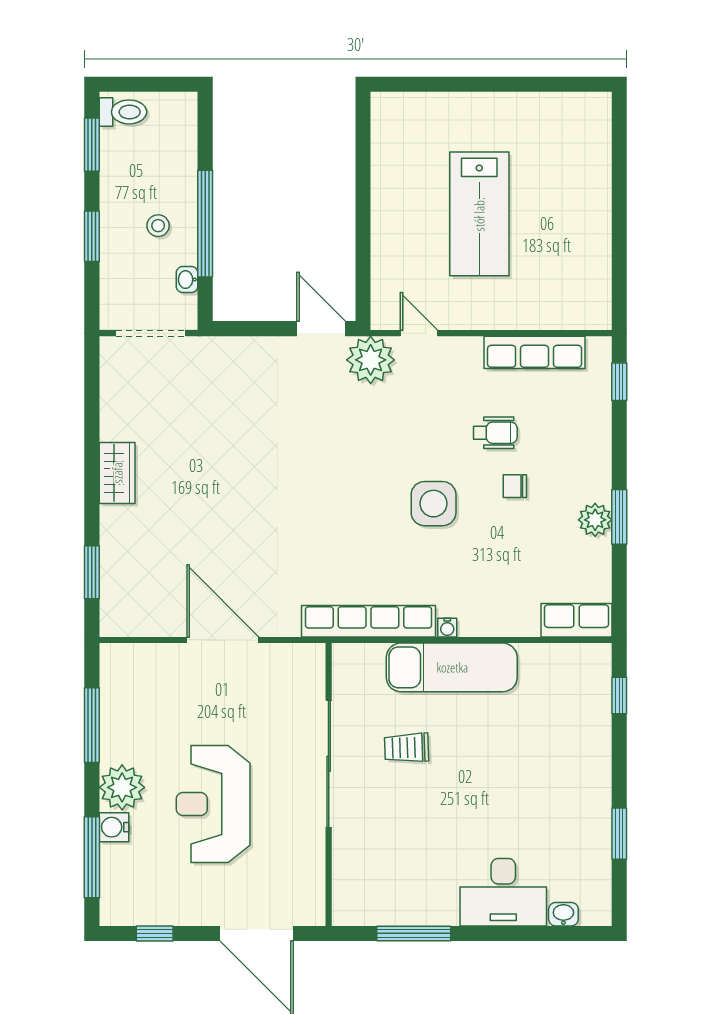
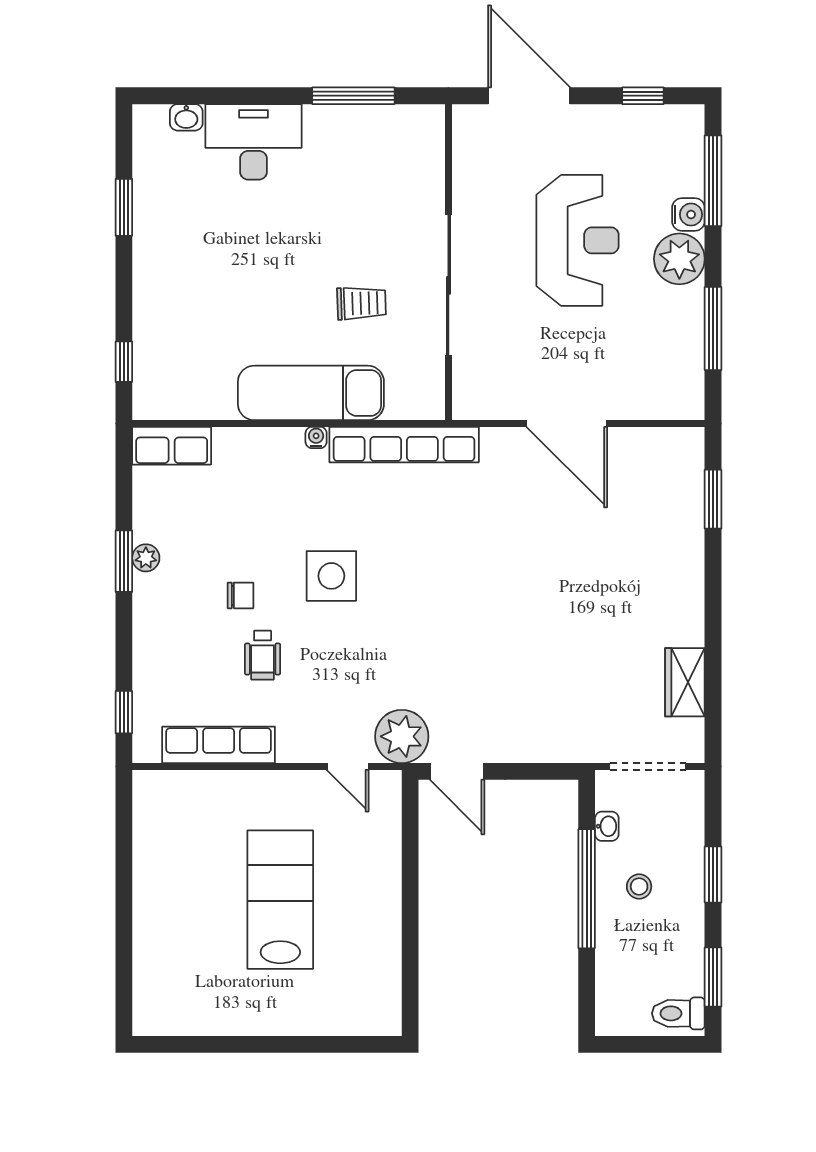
wheelchair: (495, 433) -> (263, 655), turned -90
wardrobe: (117, 473) -> (685, 682), moved
plant: (595, 520) -> (146, 558), width x0.73, depth x0.73

